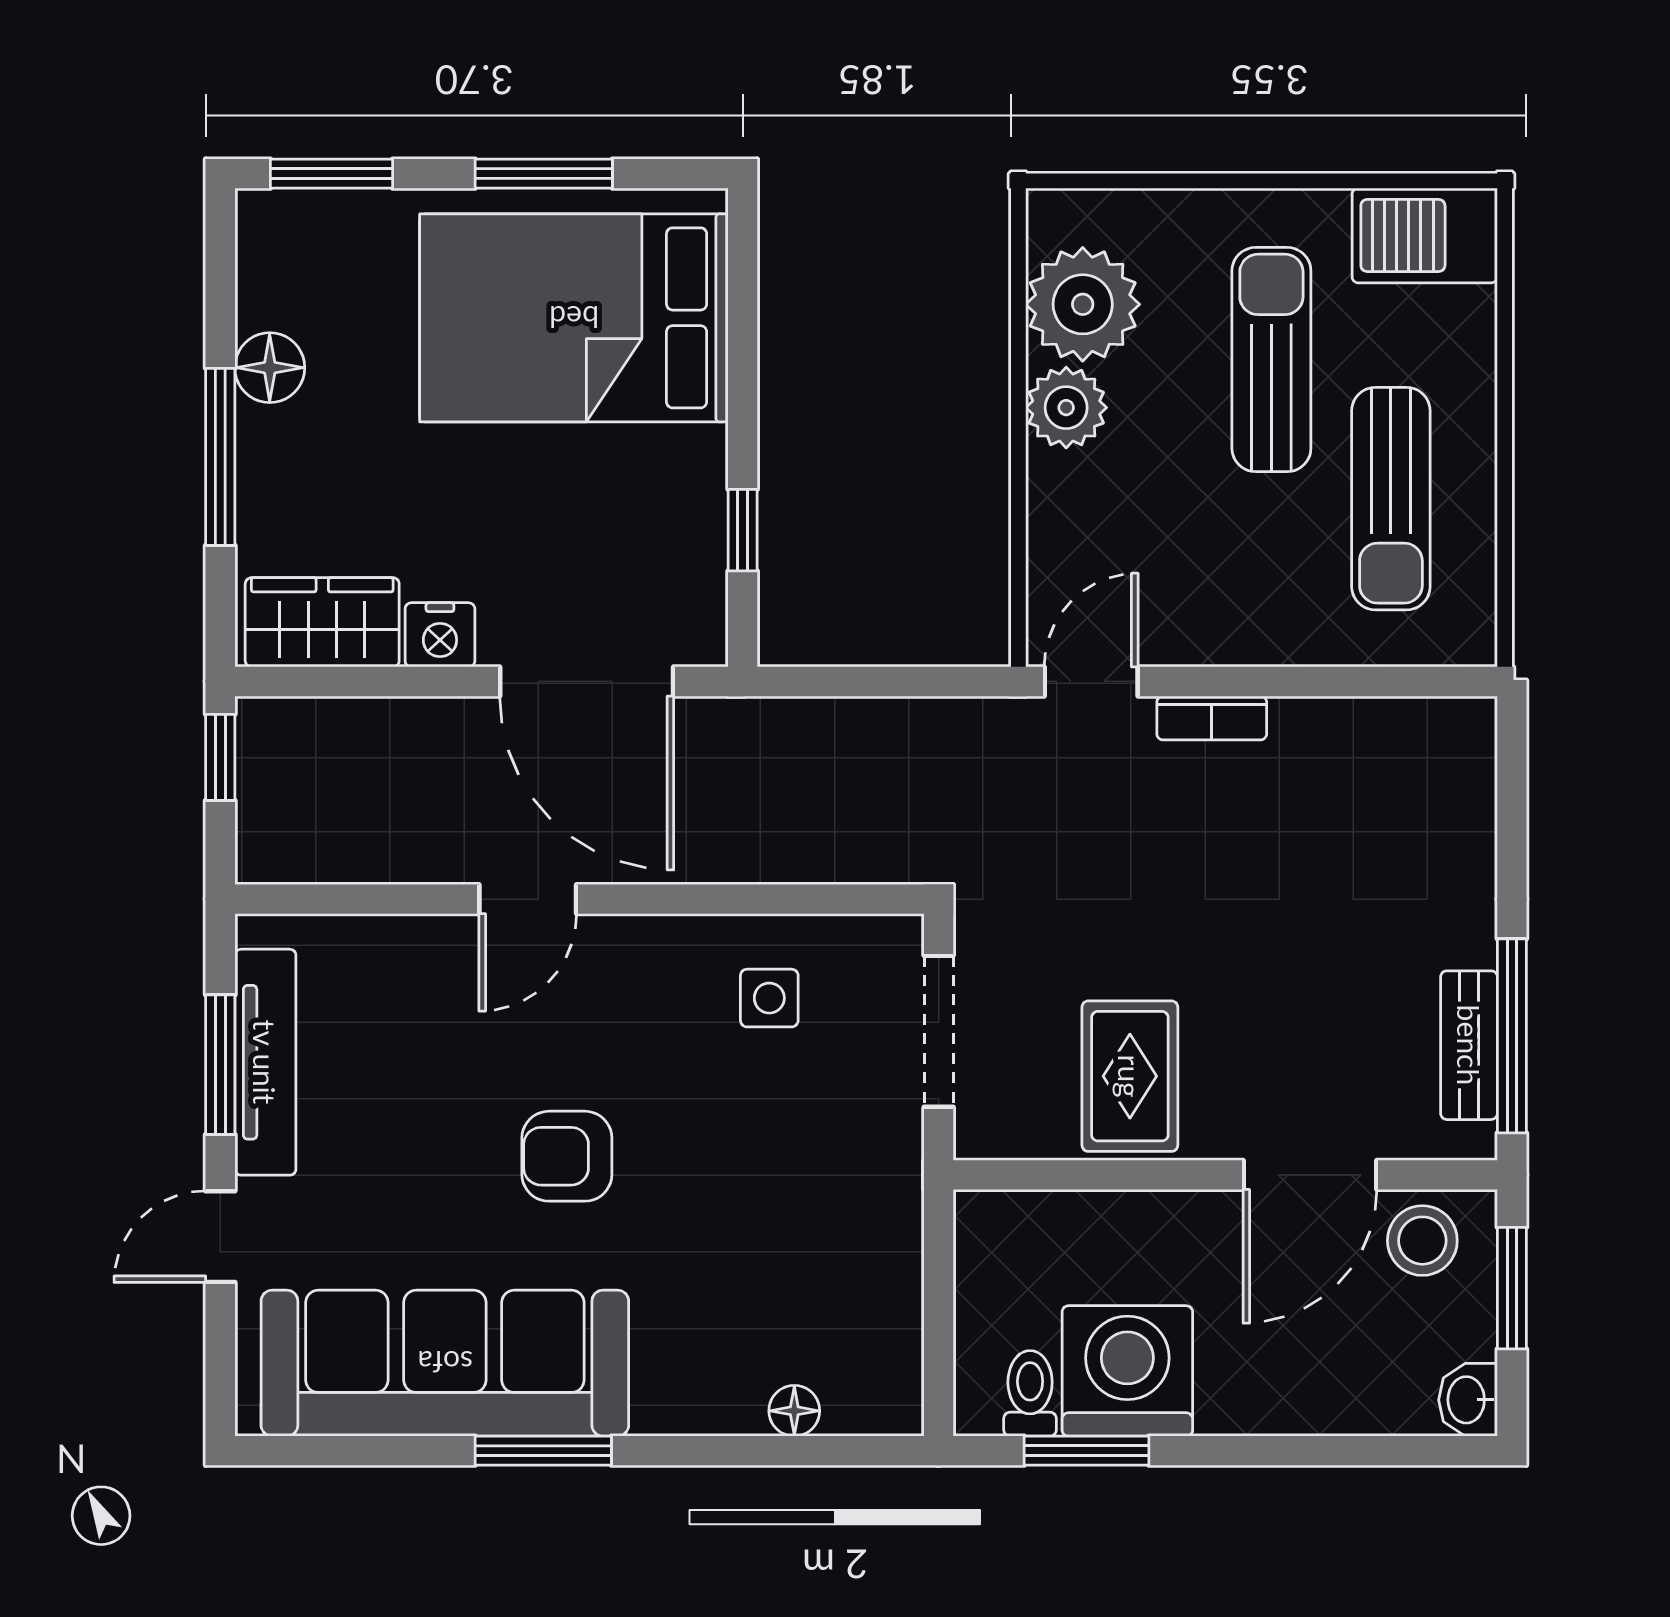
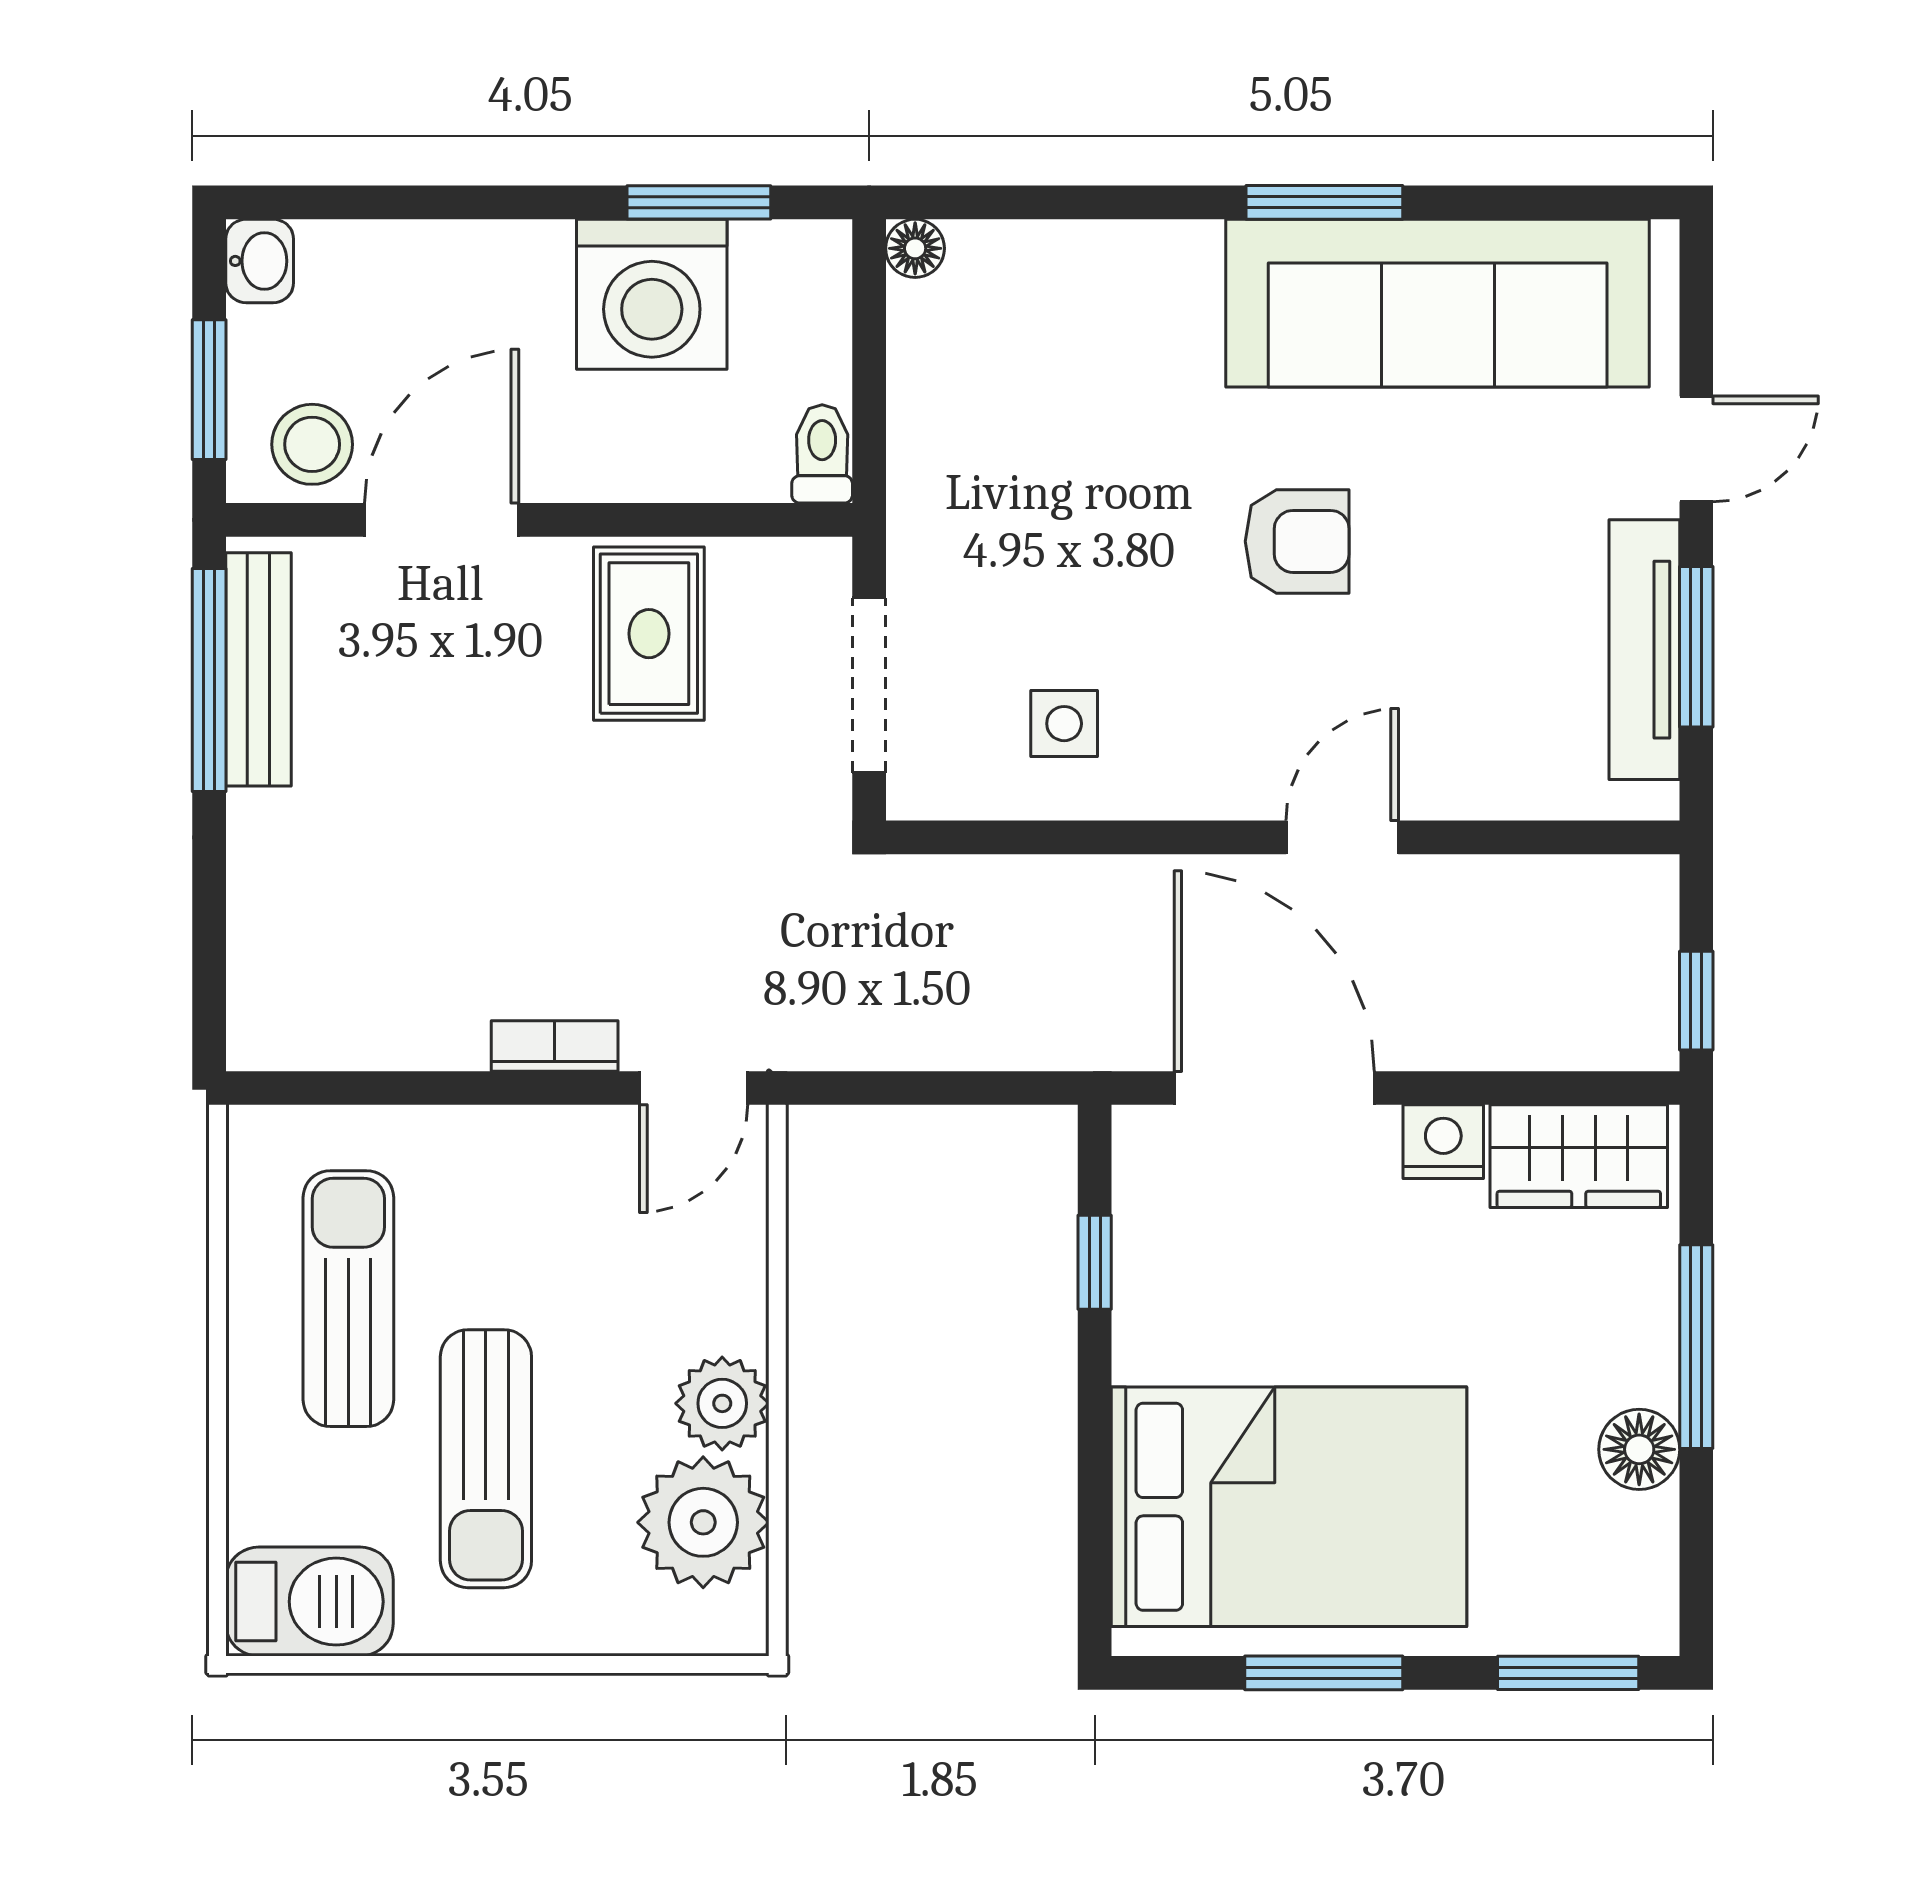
bench: (1469, 1045) -> (258, 669), width x1.36
toilet: (1030, 1393) -> (822, 454), moved, turned 180
floor lamp: (794, 1411) -> (915, 248), moved

